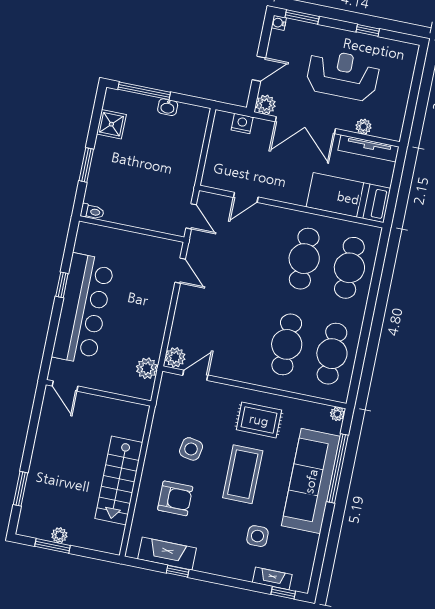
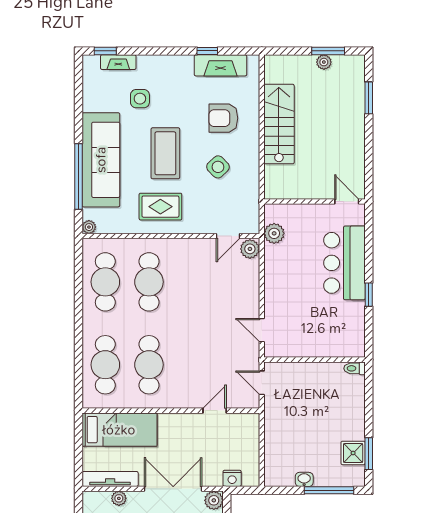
window: (86, 165) -> (369, 454), moved
bar counter: (83, 309) -> (344, 263), width x0.73
side table: (191, 449) -> (218, 167), turned 35

